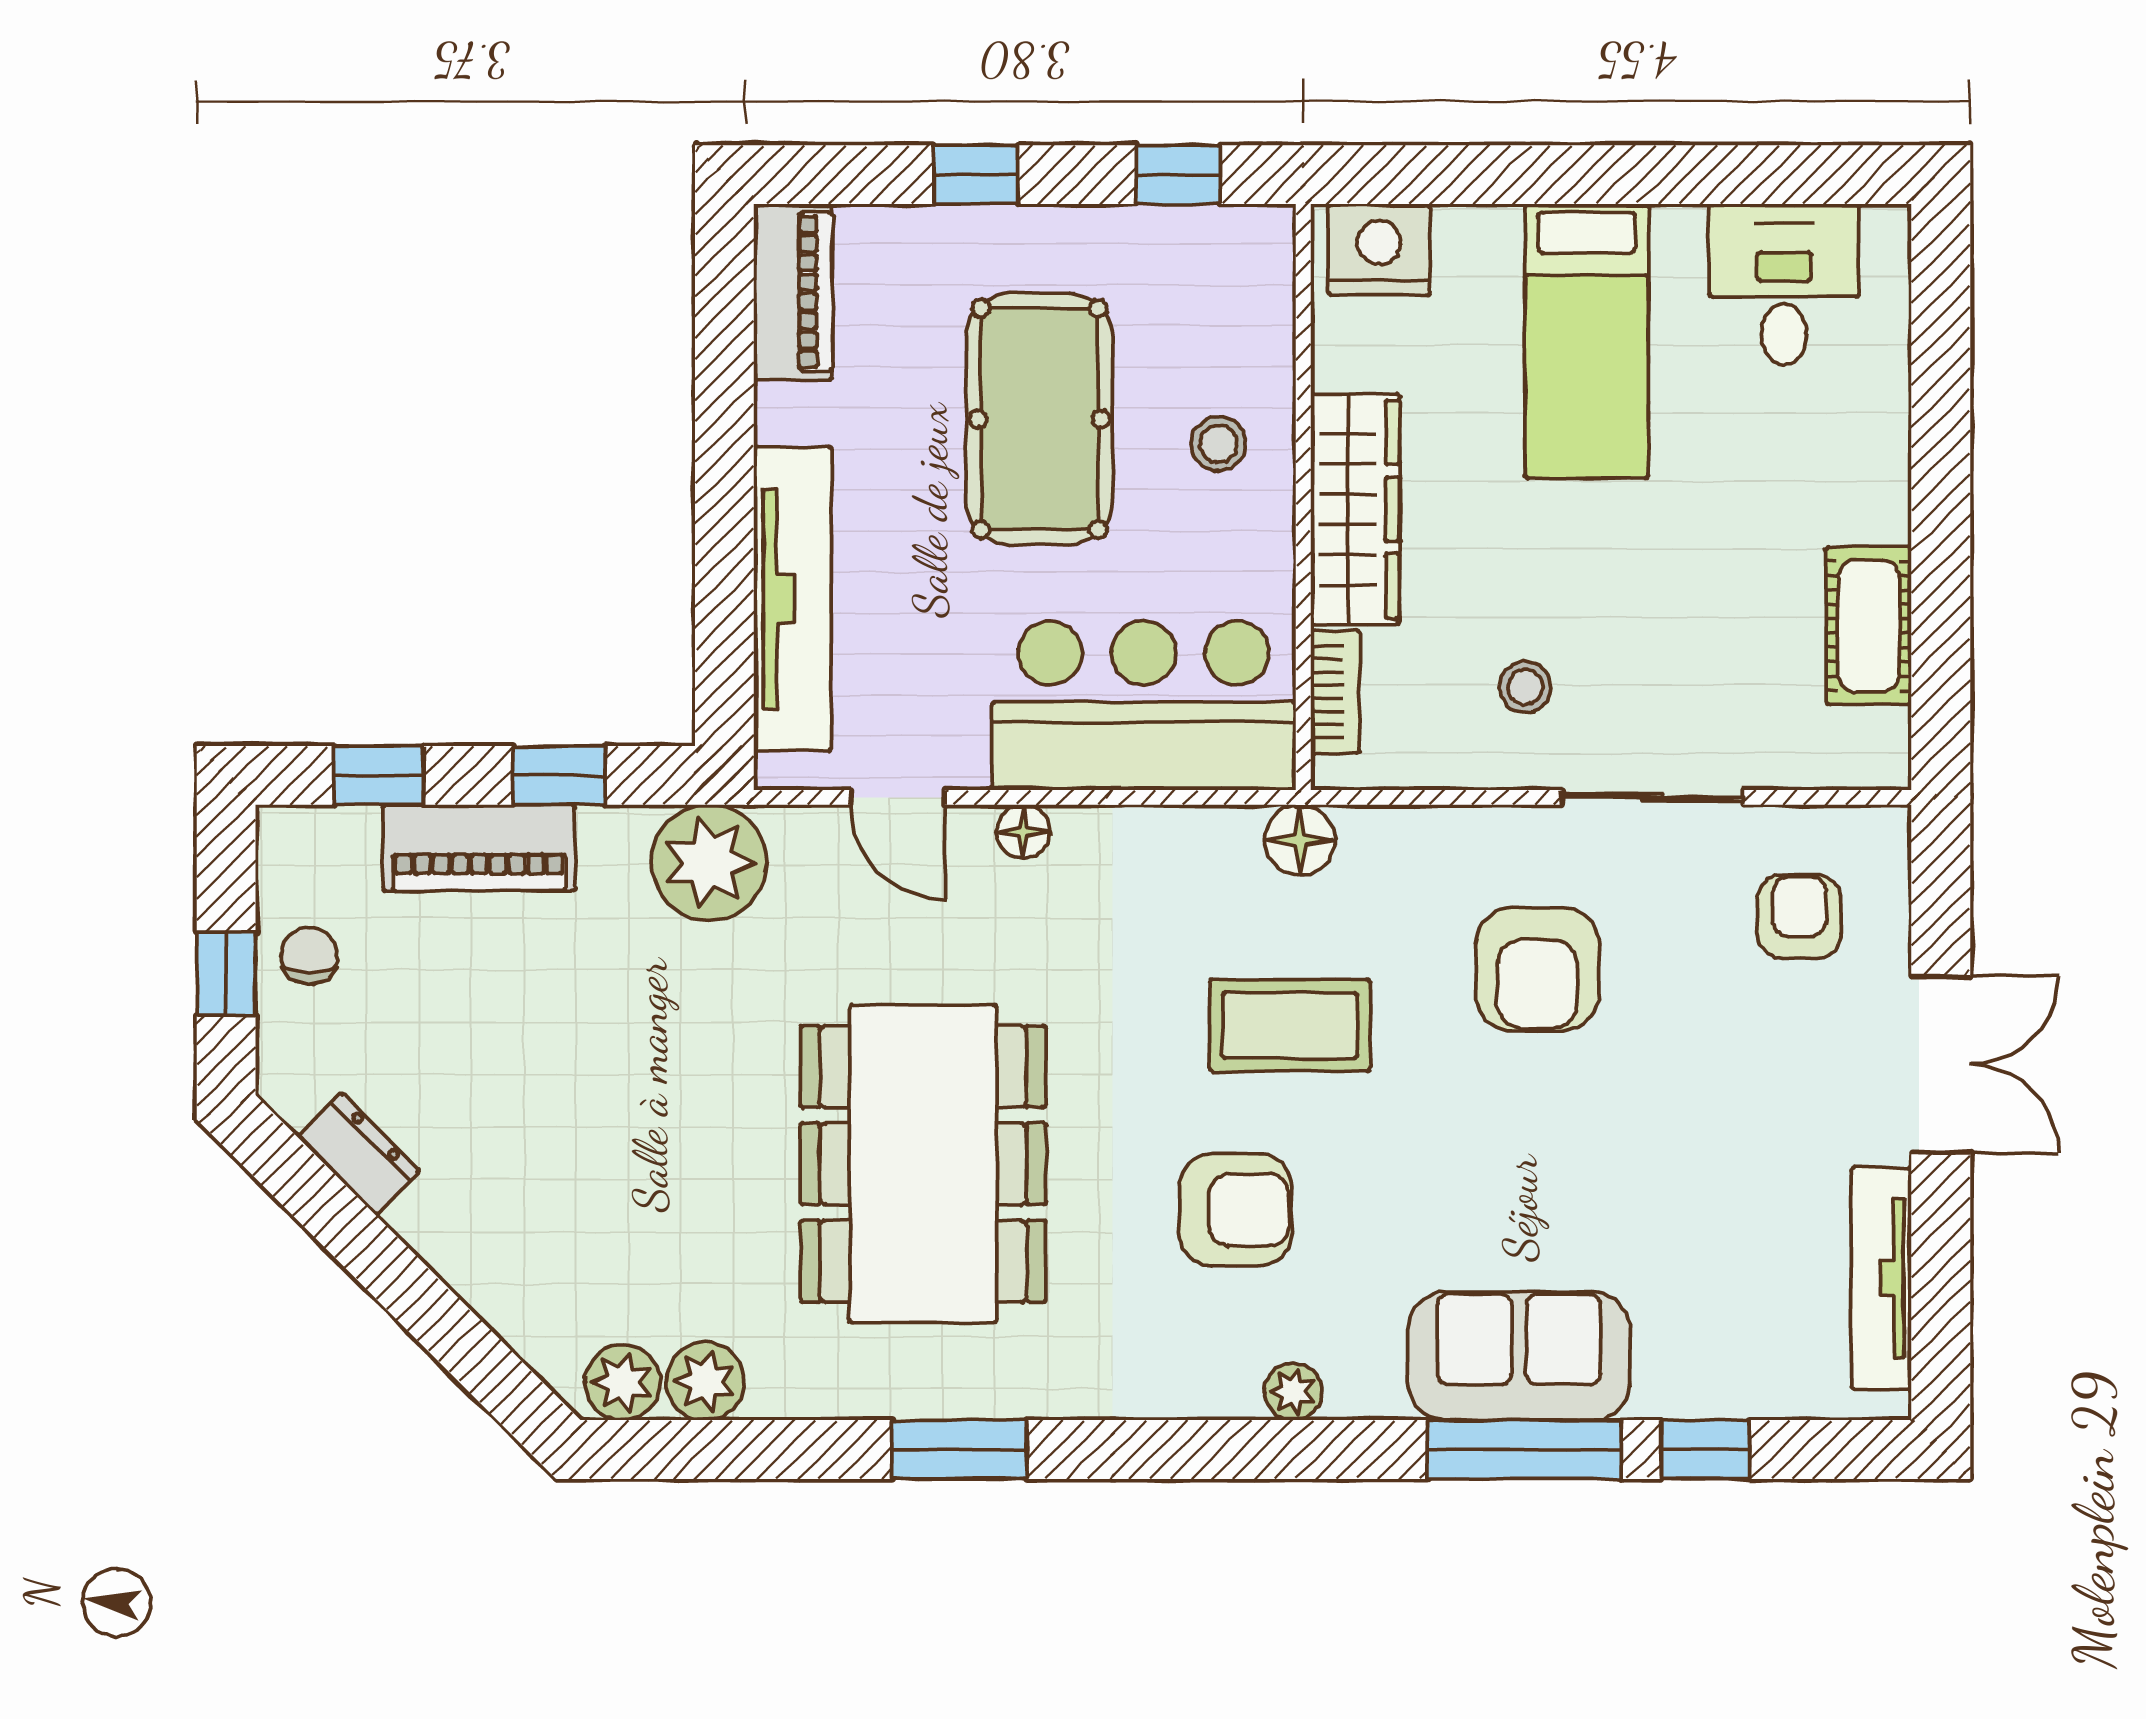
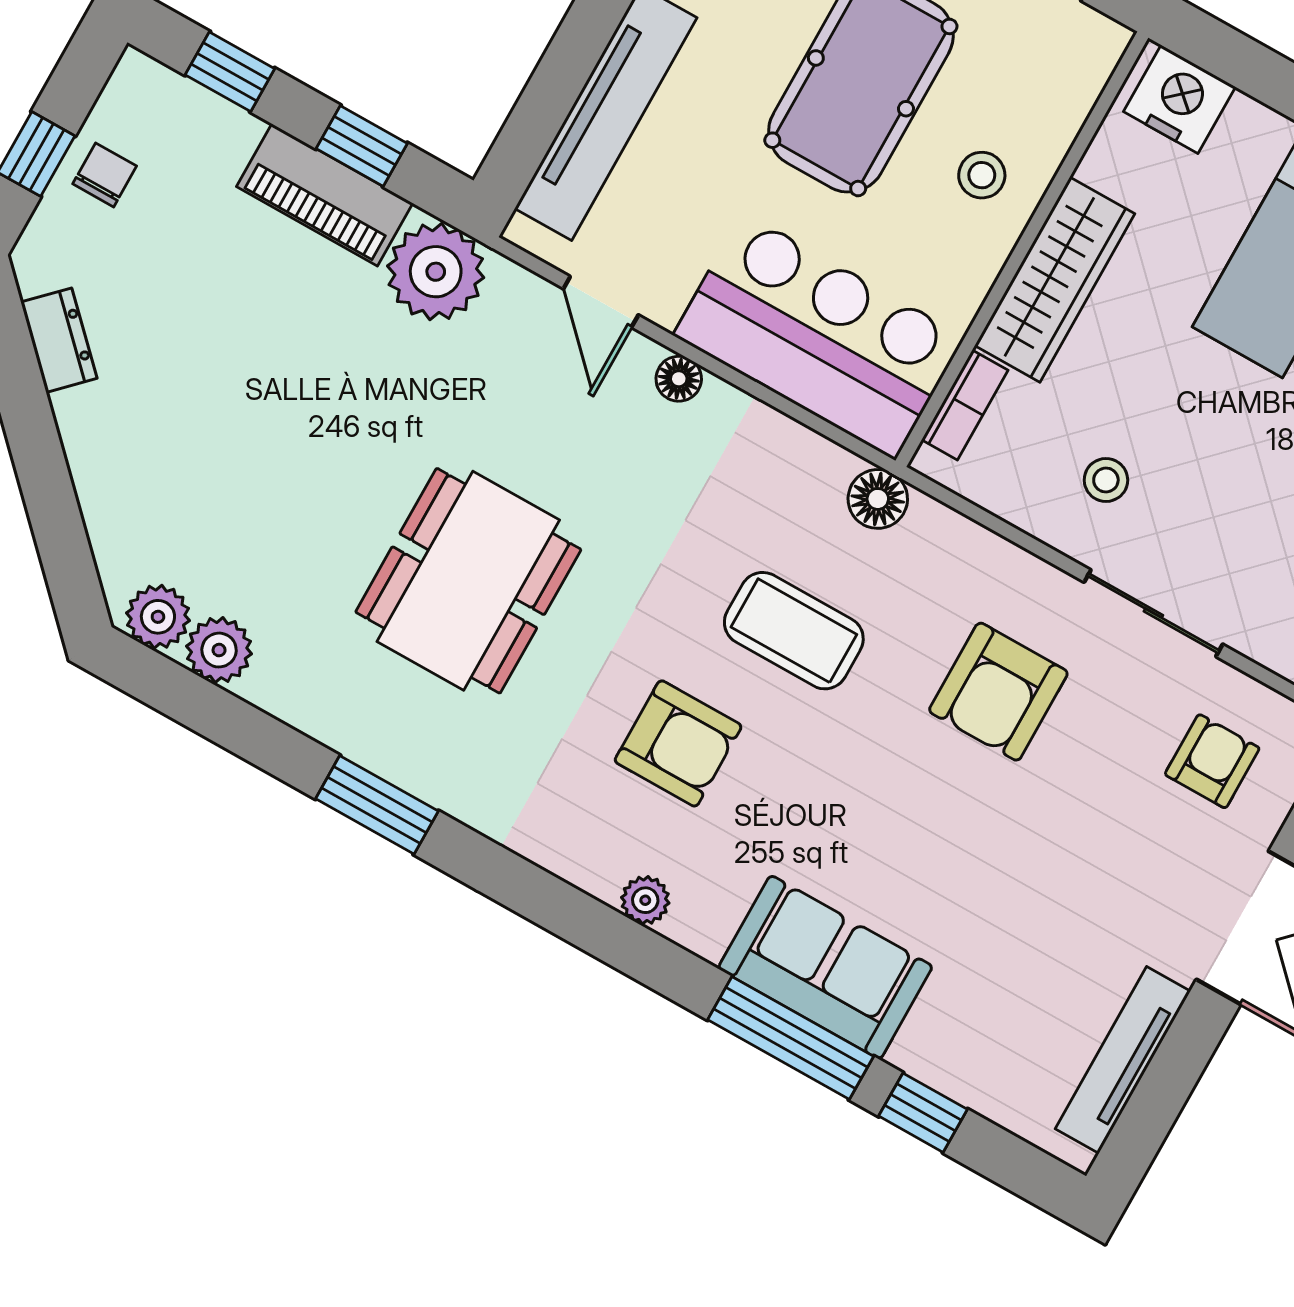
piano: (479, 848) -> (325, 195), moved
dining table: (923, 1164) -> (468, 581), width x0.73, depth x0.80

